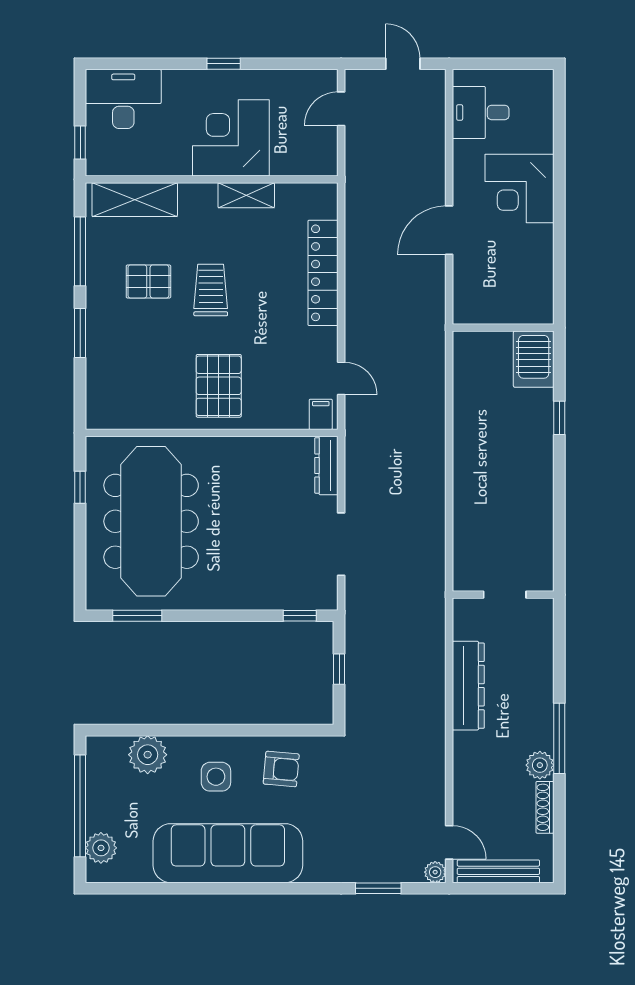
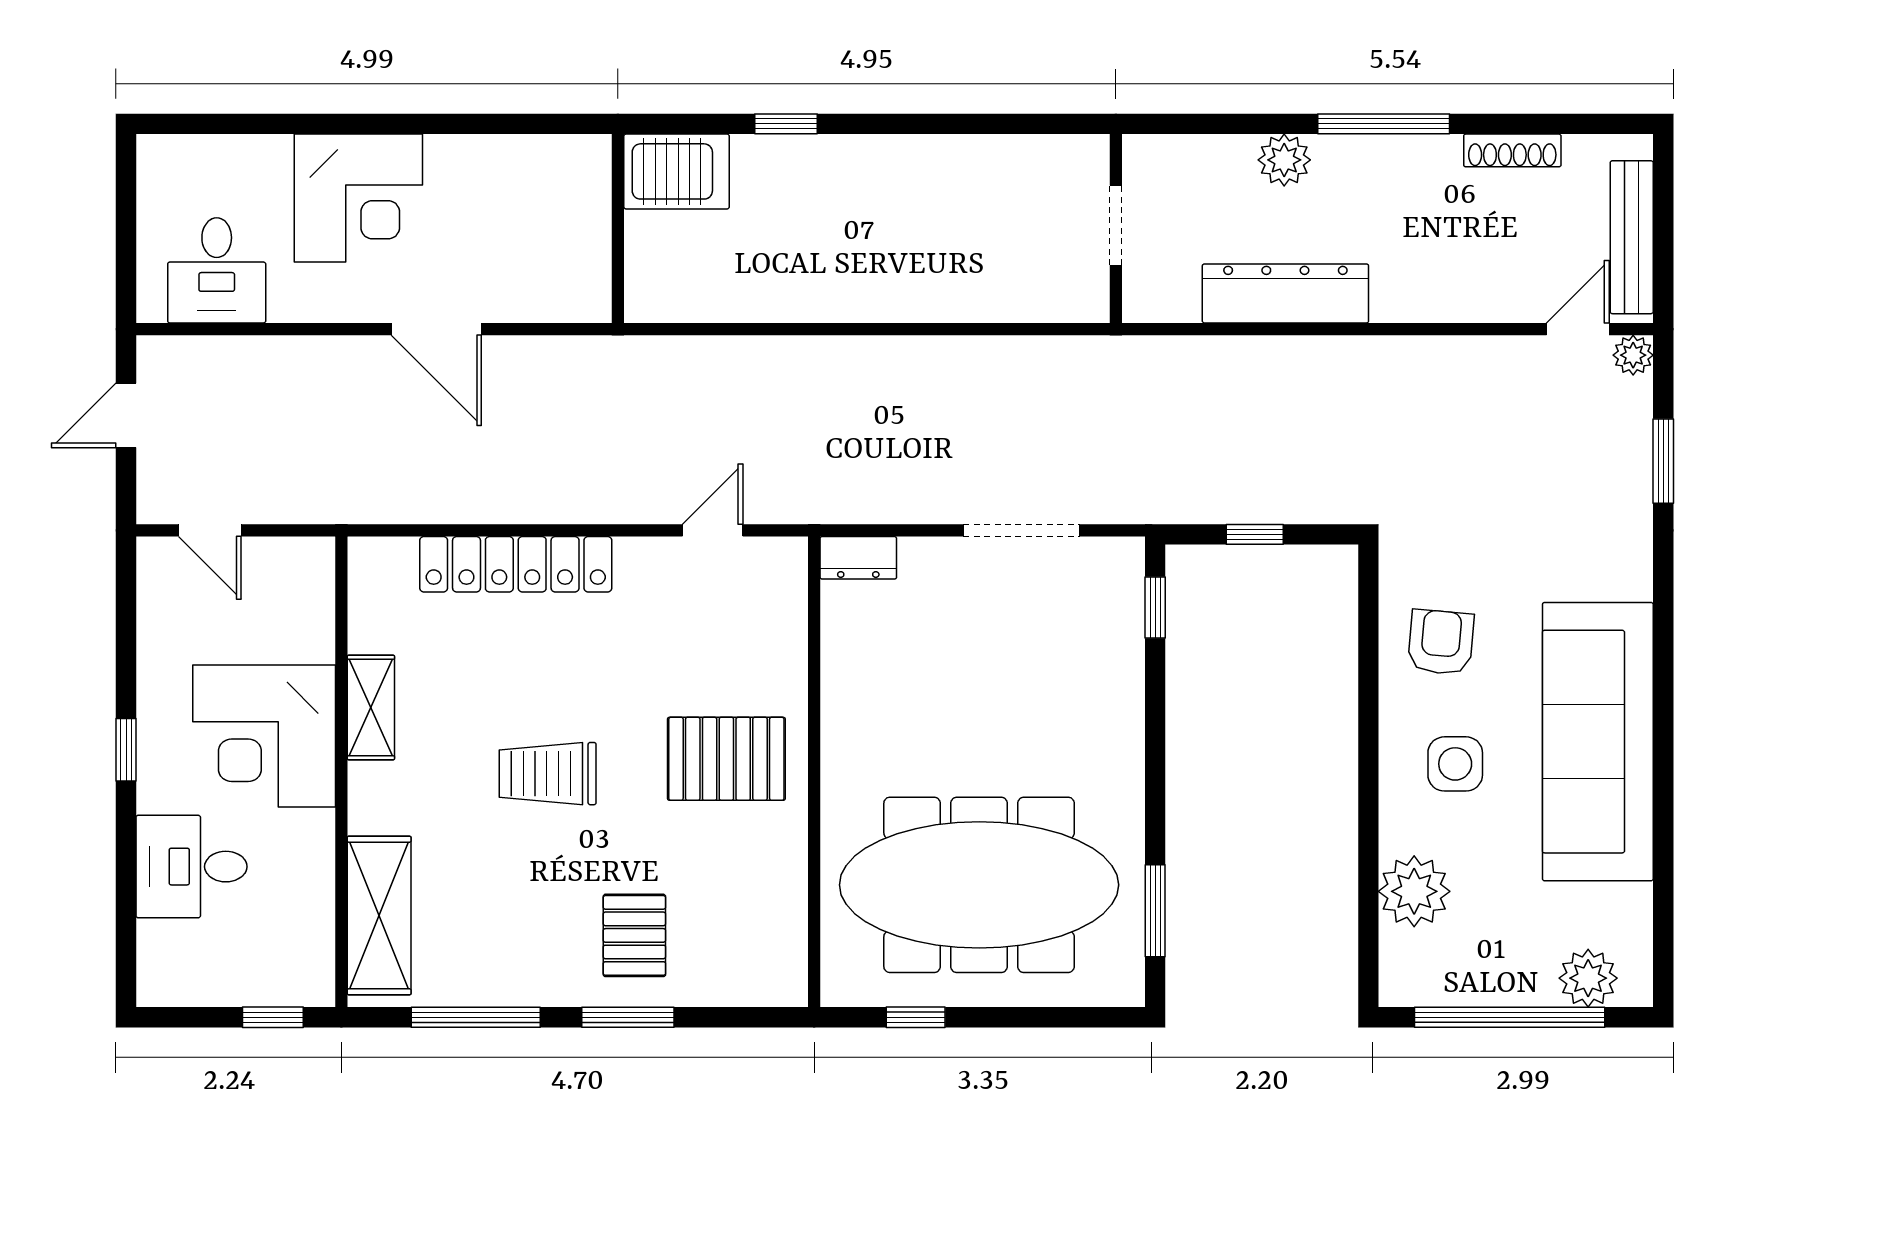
desk: (123, 99) -> (191, 867), moved, width x0.73
pallet: (148, 281) -> (634, 935), moved
filing cabinet: (321, 414) -> (780, 568), removed
dresser: (326, 465) -> (858, 558), width x0.70
plant: (540, 765) -> (1284, 160), moved

